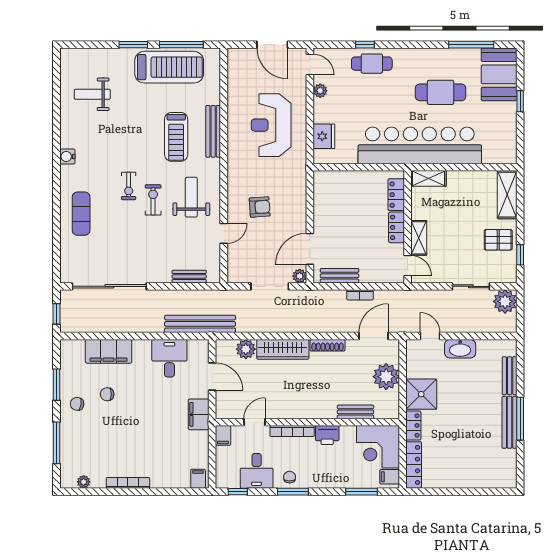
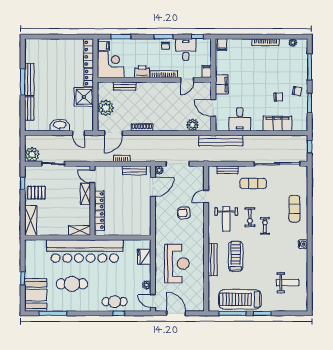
exercise mat: (148, 254) -> (253, 183), added
wardrobe: (283, 349) -> (170, 125), removed

